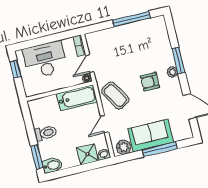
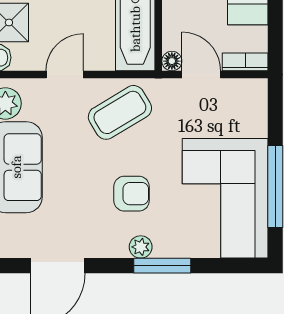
corner sofa: (142, 40) -> (225, 198), added
armchair: (150, 82) -> (132, 194), turned 90
door: (104, 124) -> (65, 74), hinge flipped

